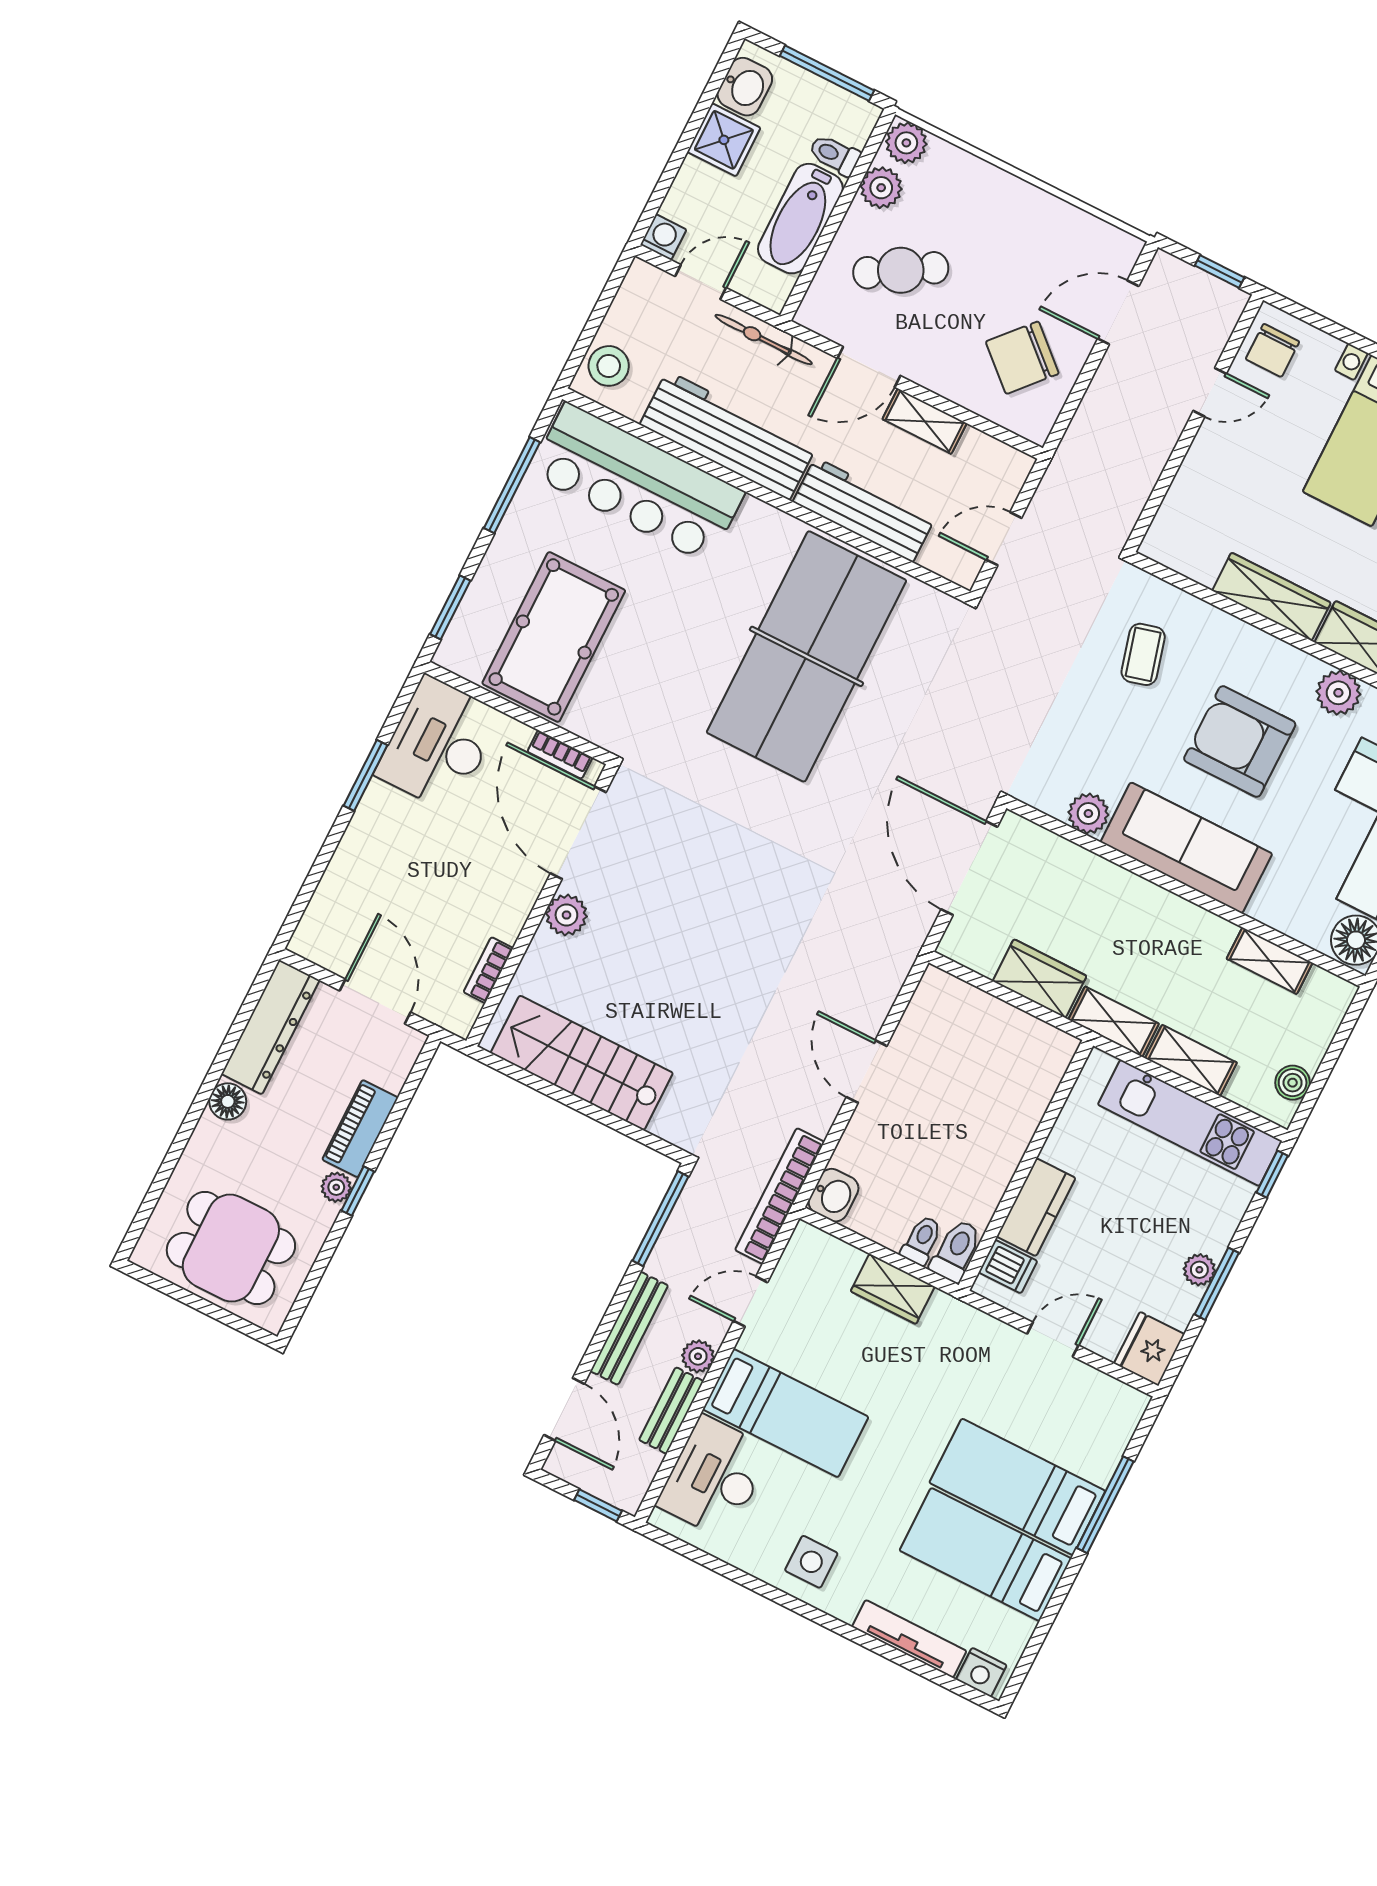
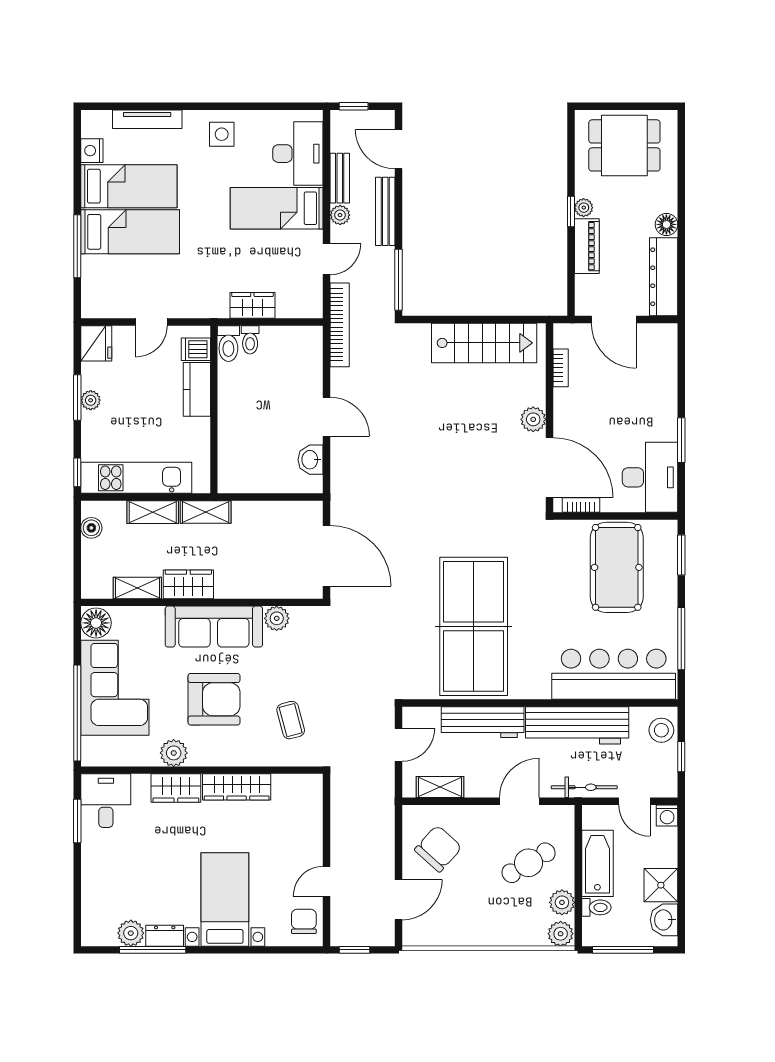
door: (701, 282) -> (634, 801), hinge flipped
window: (599, 313) -> (681, 757), added
shelving: (925, 421) -> (440, 787), moved
wardrobe: (1040, 979) -> (188, 584), moved, turned 180
washbasin: (834, 1195) -> (311, 460), moved
nightstand: (981, 1672) -> (92, 151), moved, turned -90

